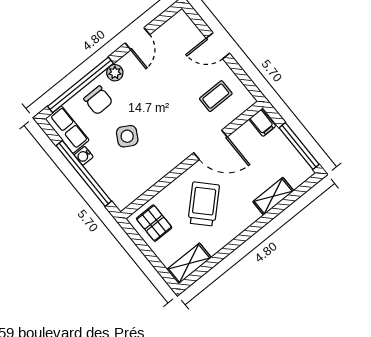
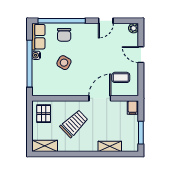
plant: (115, 73) -> (134, 28), moved
door: (210, 145) -> (100, 98), swing flipped
window: (299, 146) -> (141, 133), width x0.69

